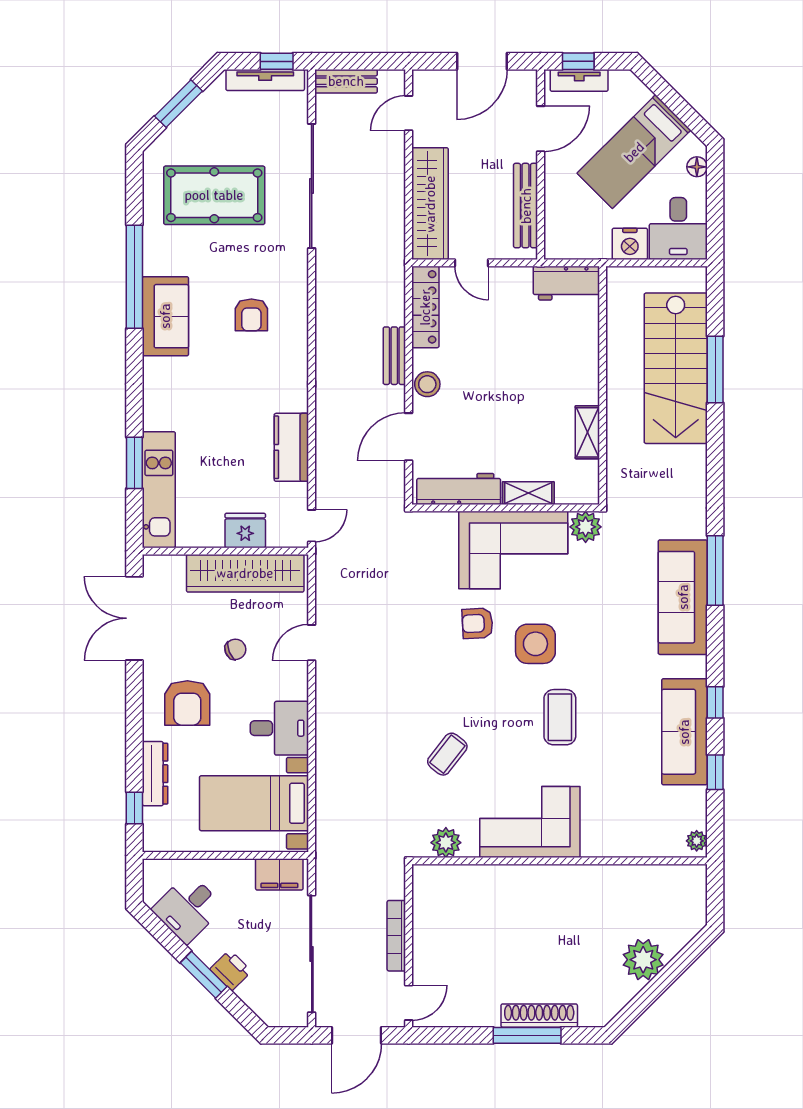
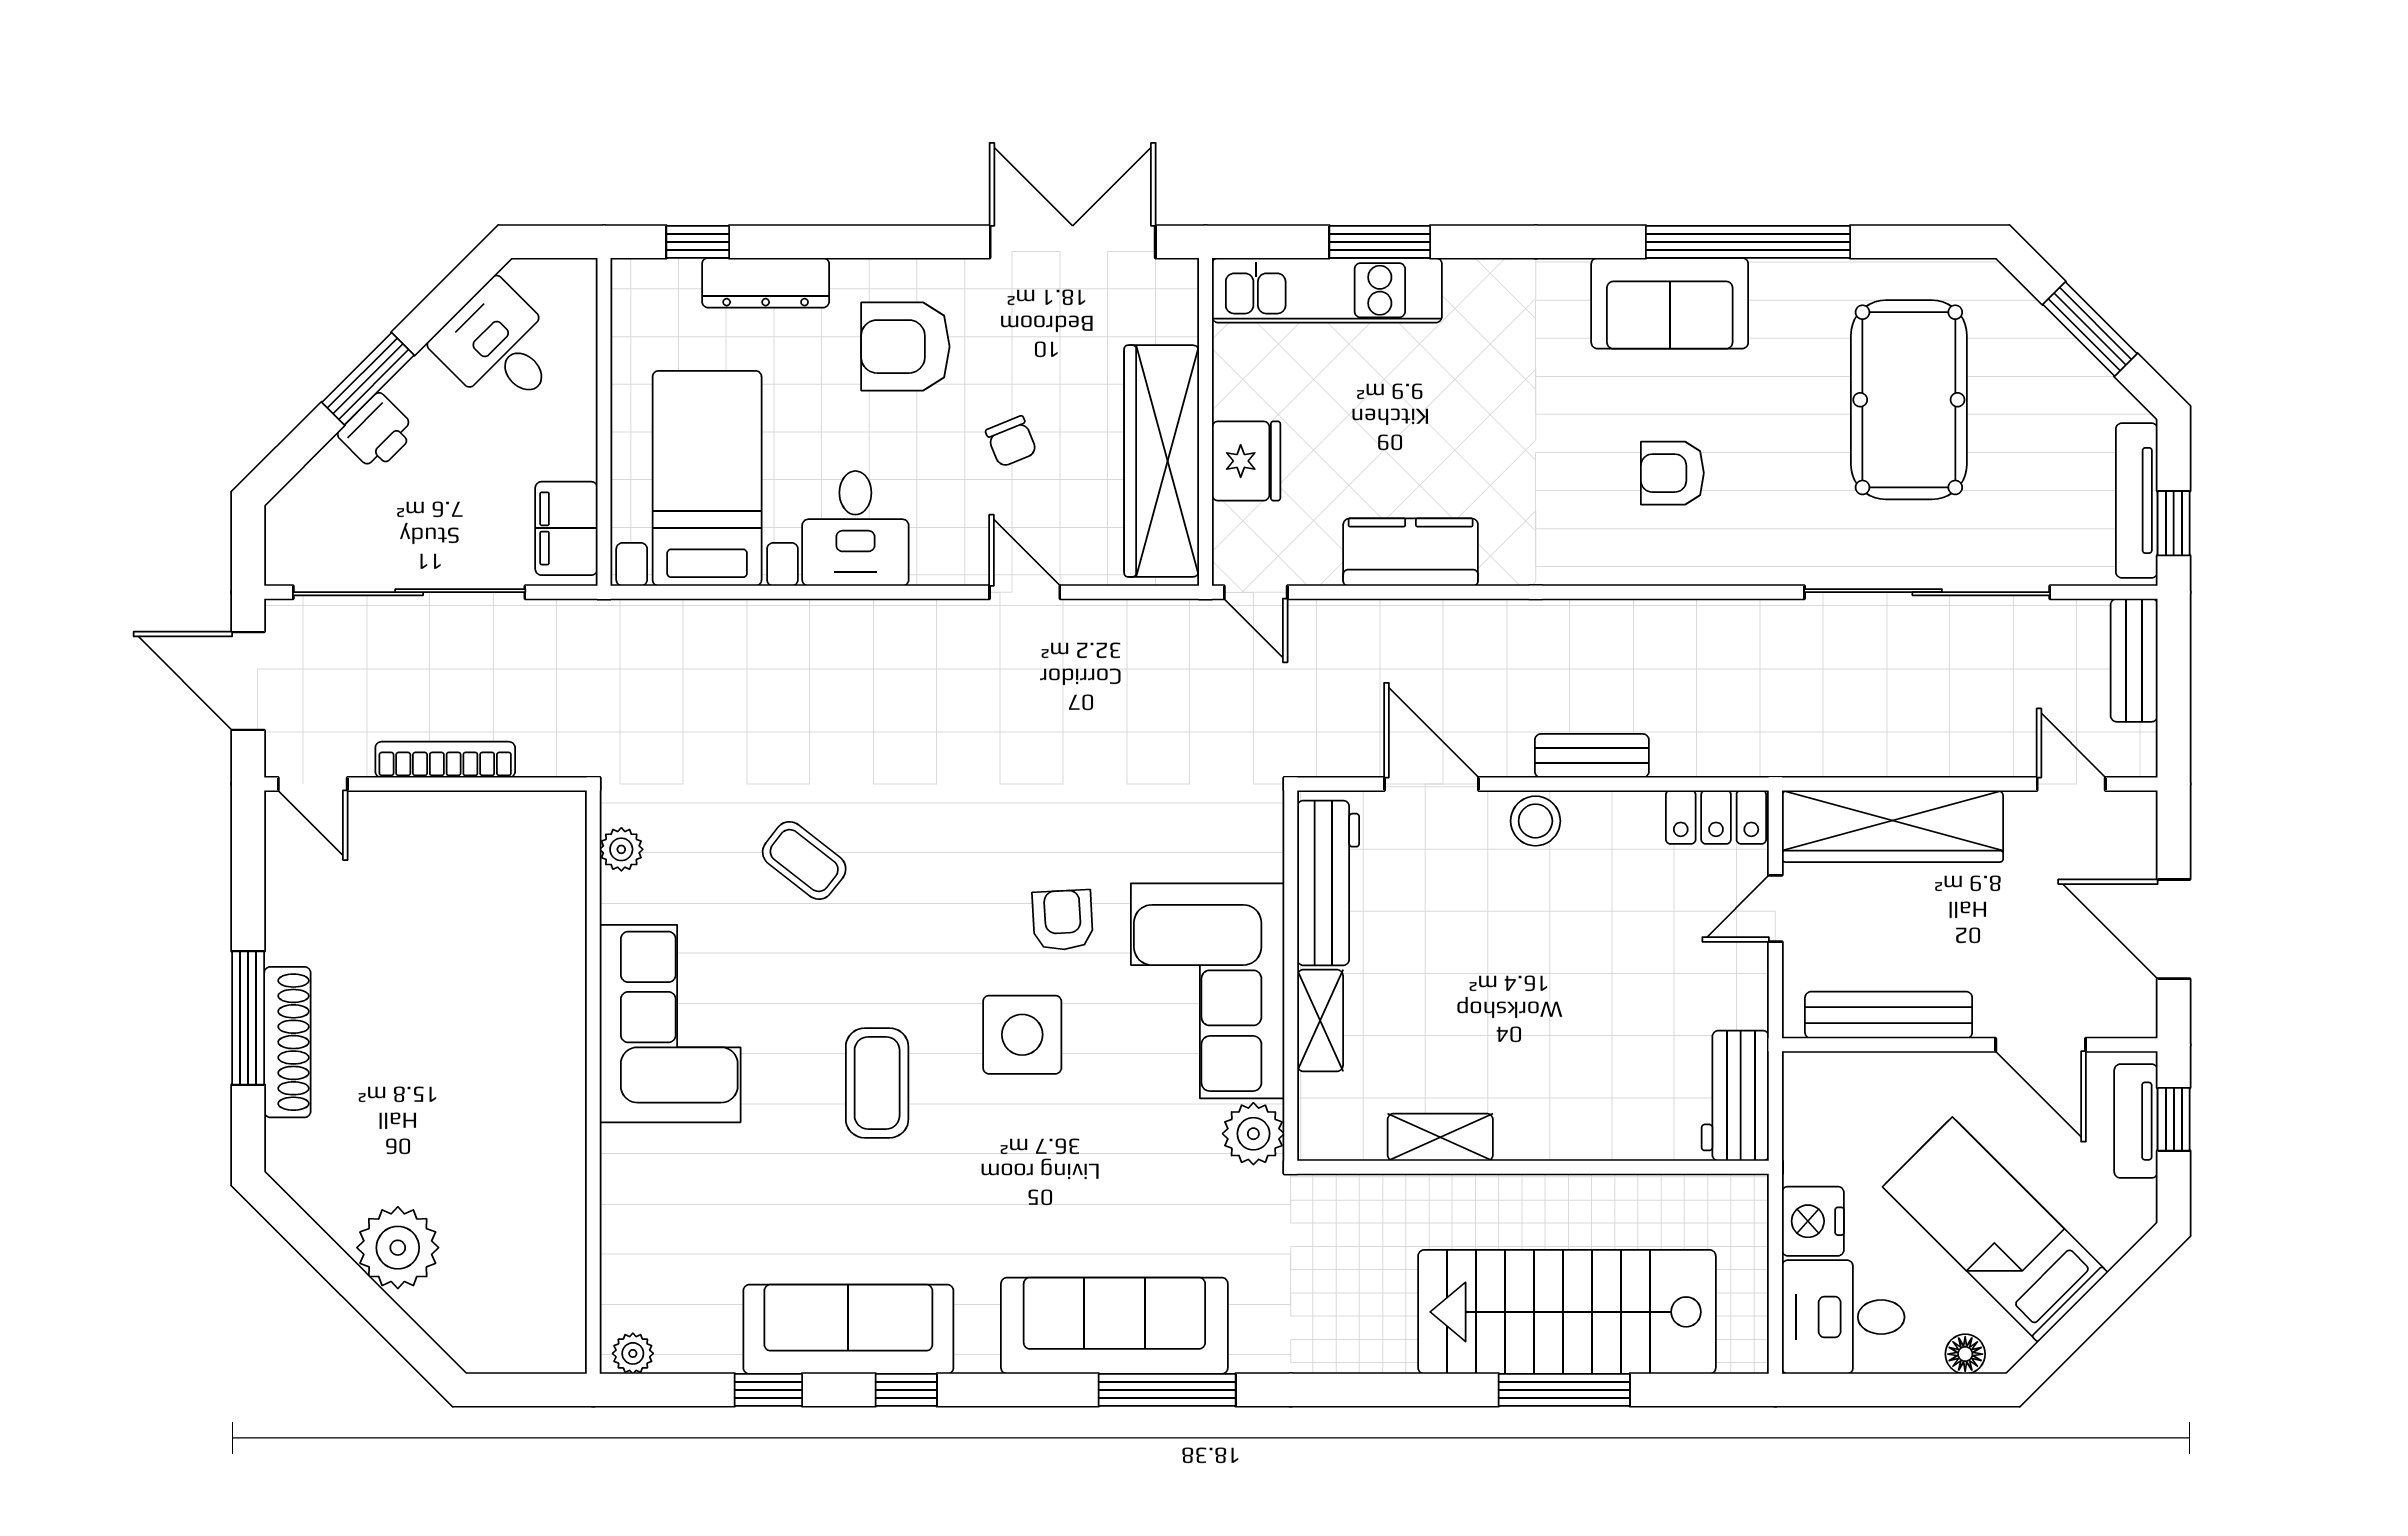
locker: (425, 307) -> (1716, 817), width x0.66
coffee table: (560, 717) -> (877, 1083), turned 90
plant: (446, 843) -> (621, 849), width x0.73, depth x0.73

